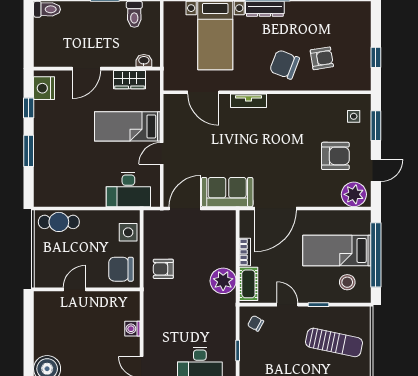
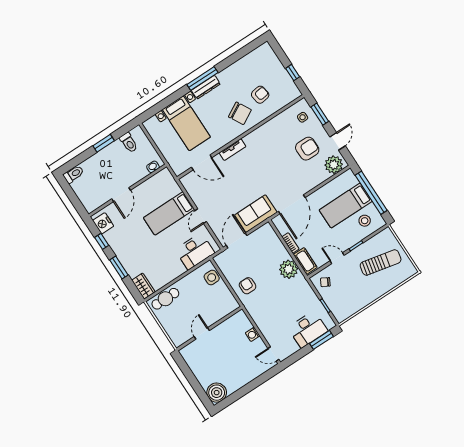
chair: (284, 64) -> (240, 113), turned -140
wardrobe: (130, 80) -> (143, 286), moved, turned -90
chair: (121, 269) -> (222, 303), removed
armchair: (163, 269) -> (248, 286), turned 90

